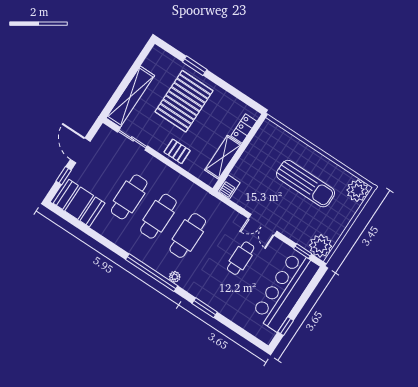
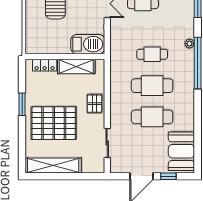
window: (195, 66) -> (22, 104), moved
shelving: (130, 97) -> (53, 165), moved
barbecue: (229, 187) -> (88, 44), width x1.88, depth x1.53
cafe table: (188, 235) -> (152, 54), width x0.73, depth x0.74

